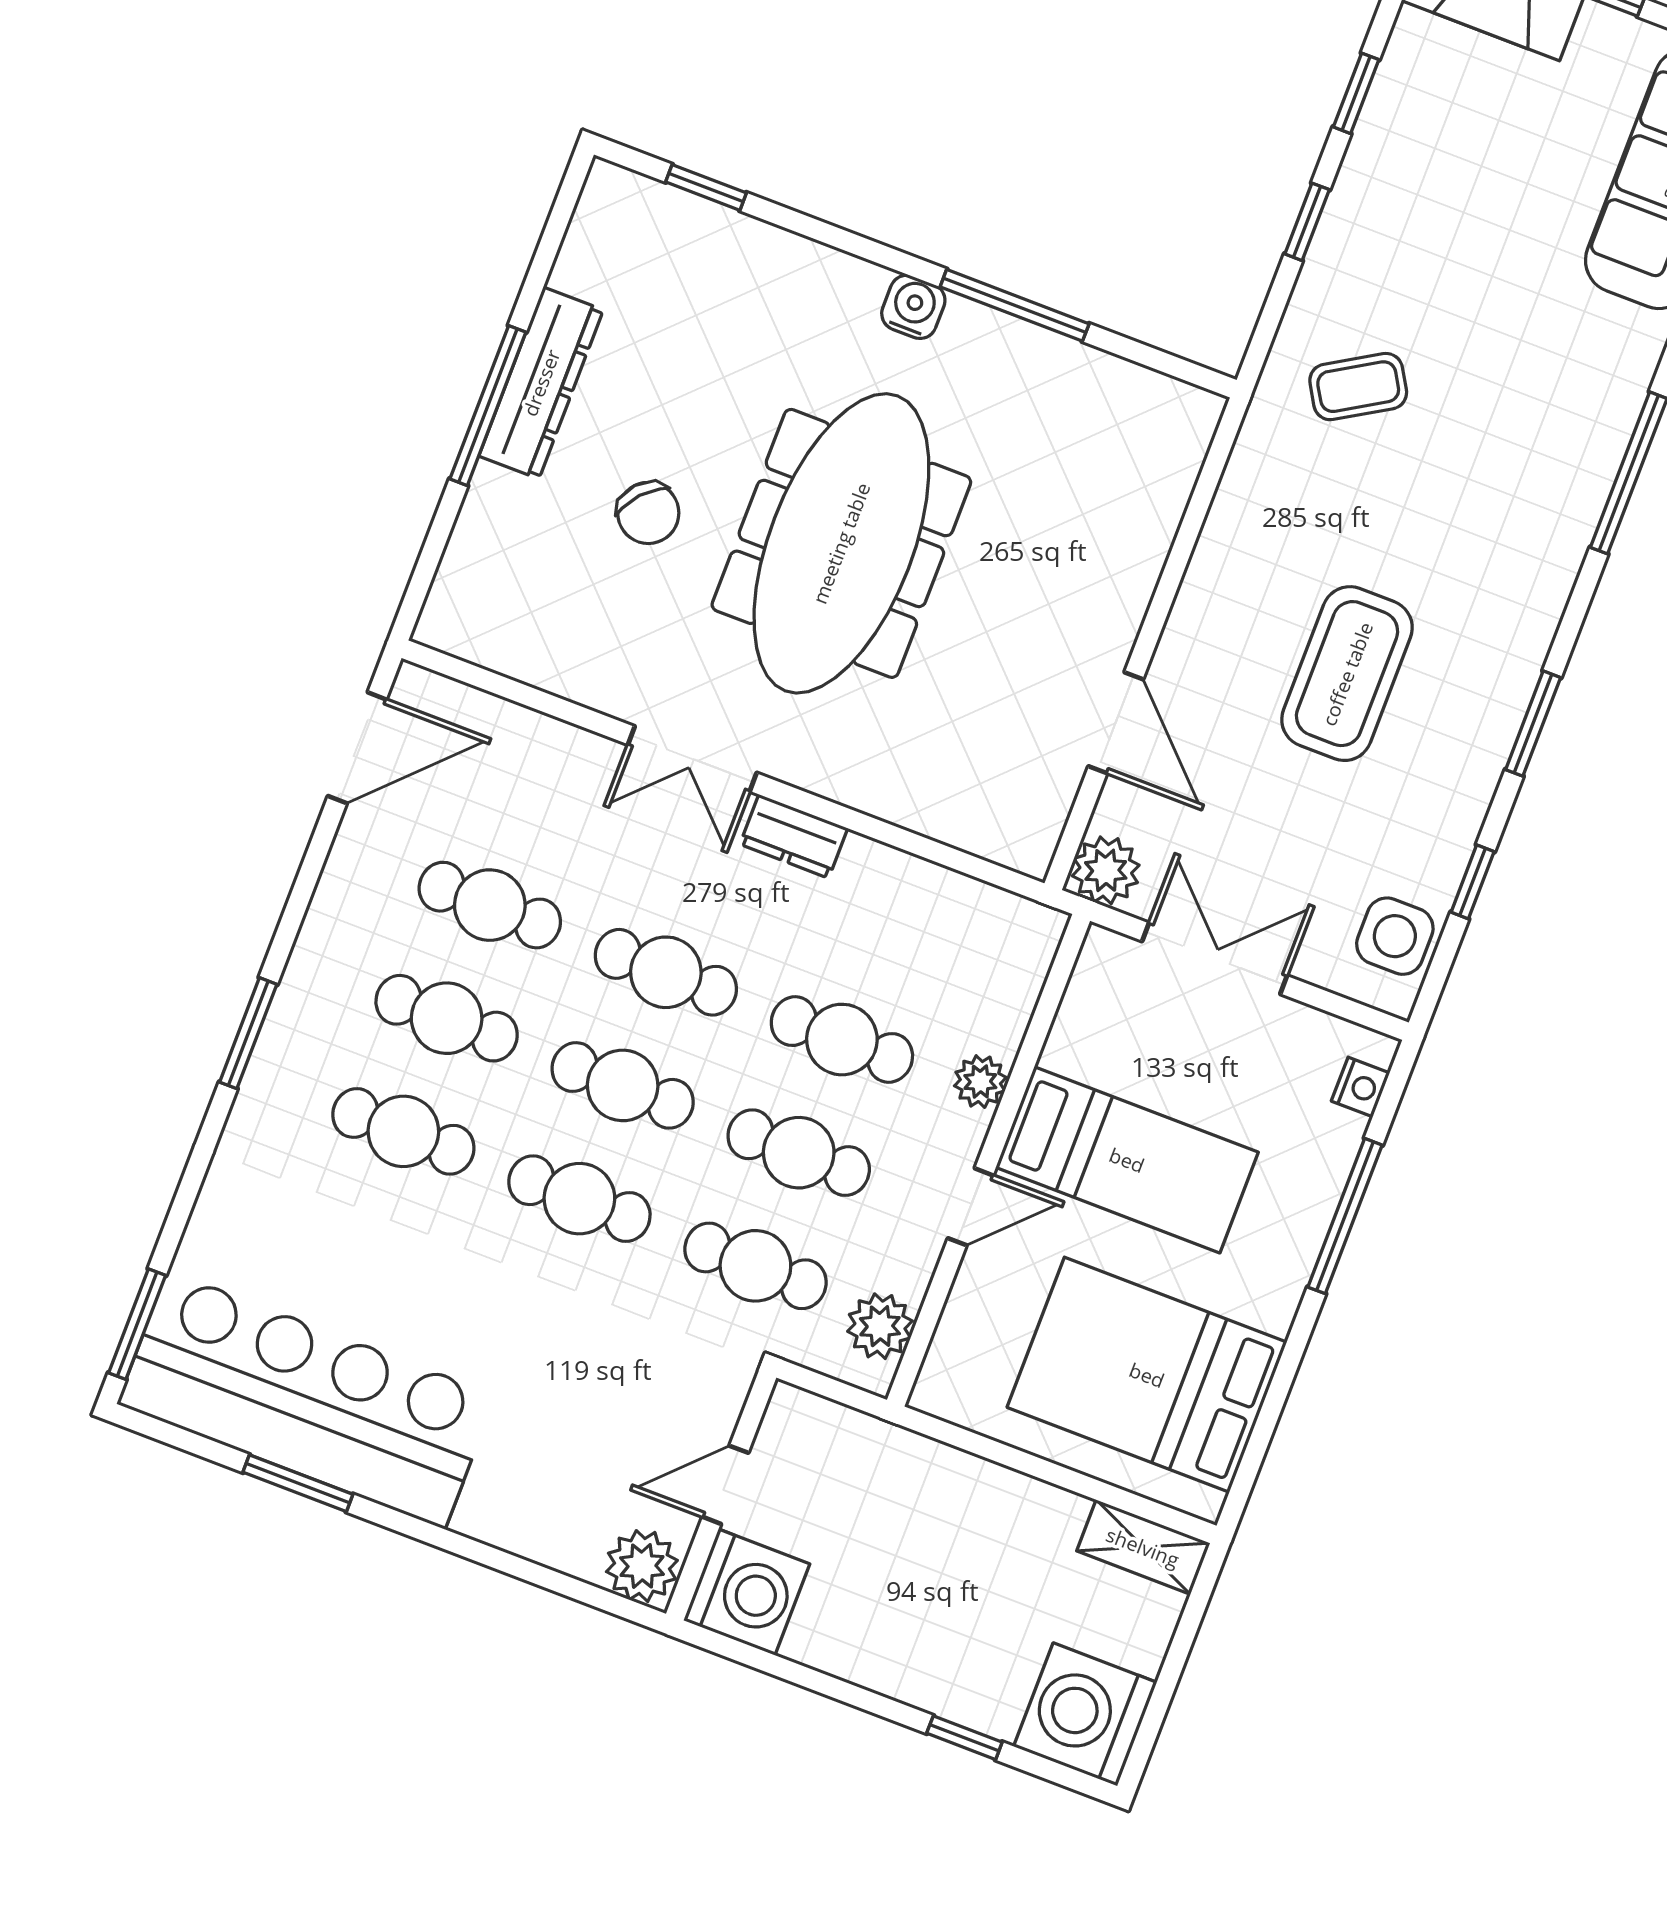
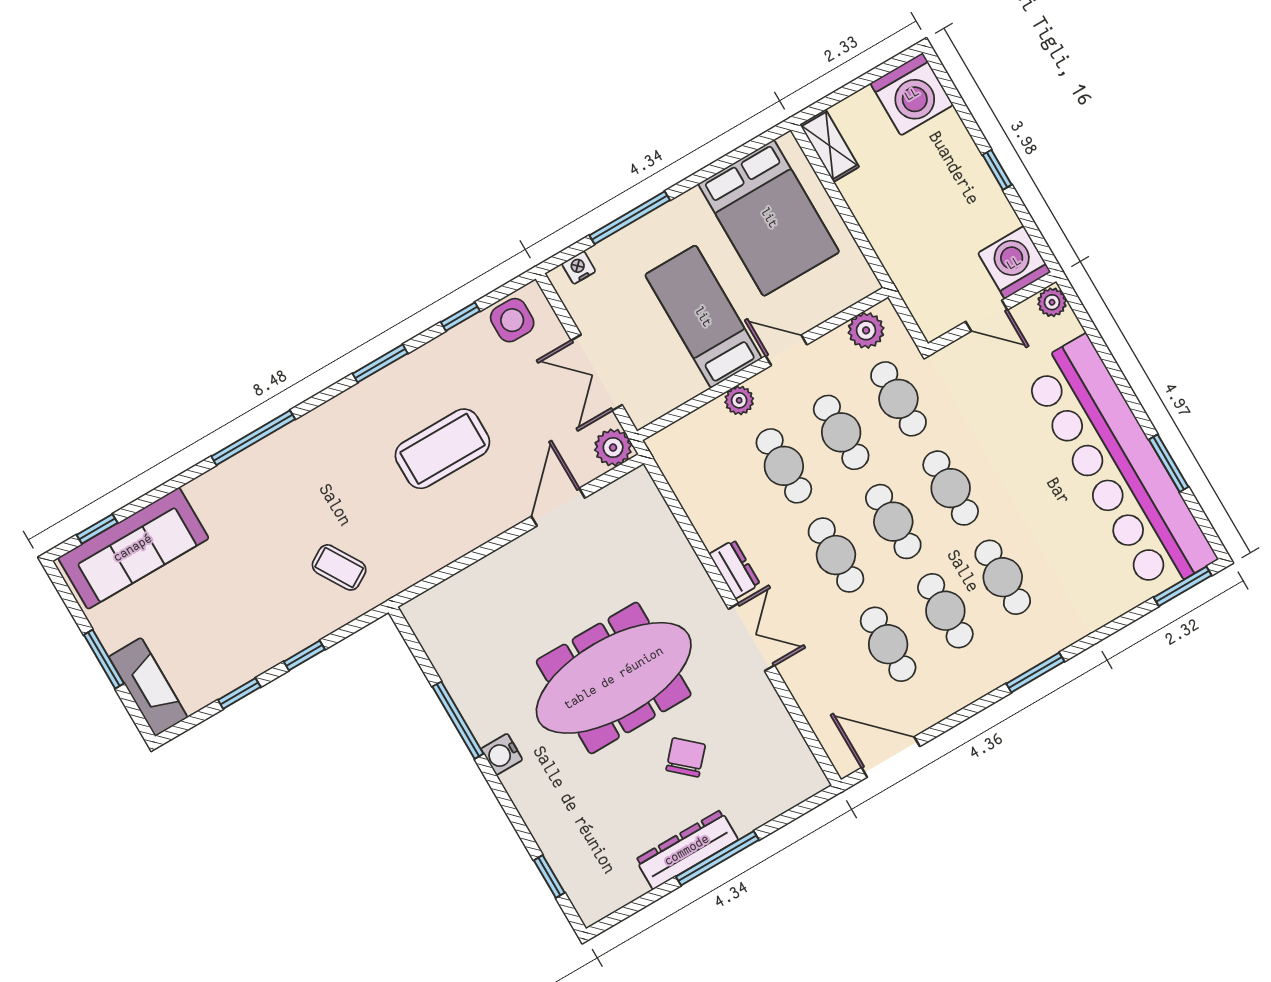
bar counter: (306, 1400) -> (1119, 466), width x1.36
plant: (642, 1566) -> (1052, 302), width x0.73, depth x0.73
window: (964, 1738) -> (997, 170), moved

